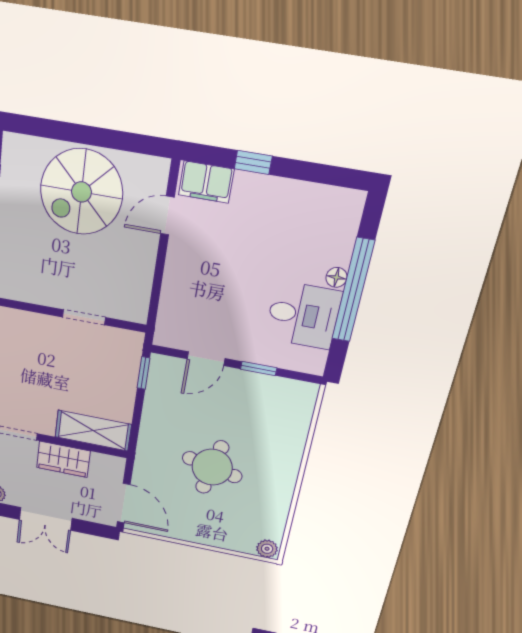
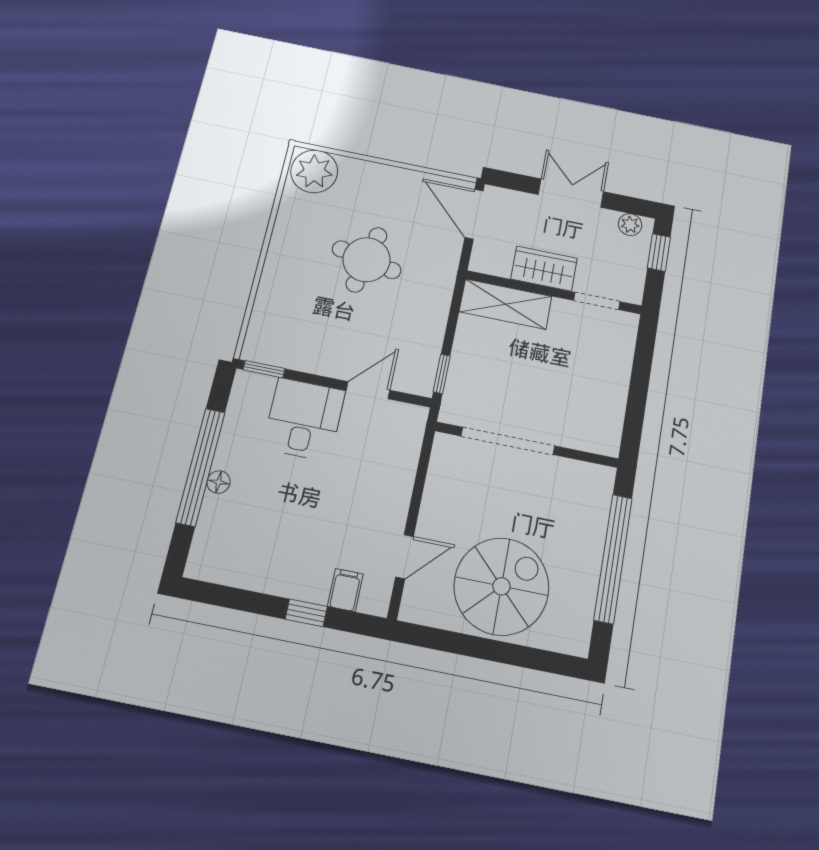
filing cabinet: (206, 182) -> (345, 590), width x0.50
desk: (303, 315) -> (304, 419), moved, turned 90
doorway: (84, 317) -> (508, 441), width x1.88
window: (259, 368) -> (264, 369), moved
plant: (267, 549) -> (314, 171), width x1.87, depth x1.87

